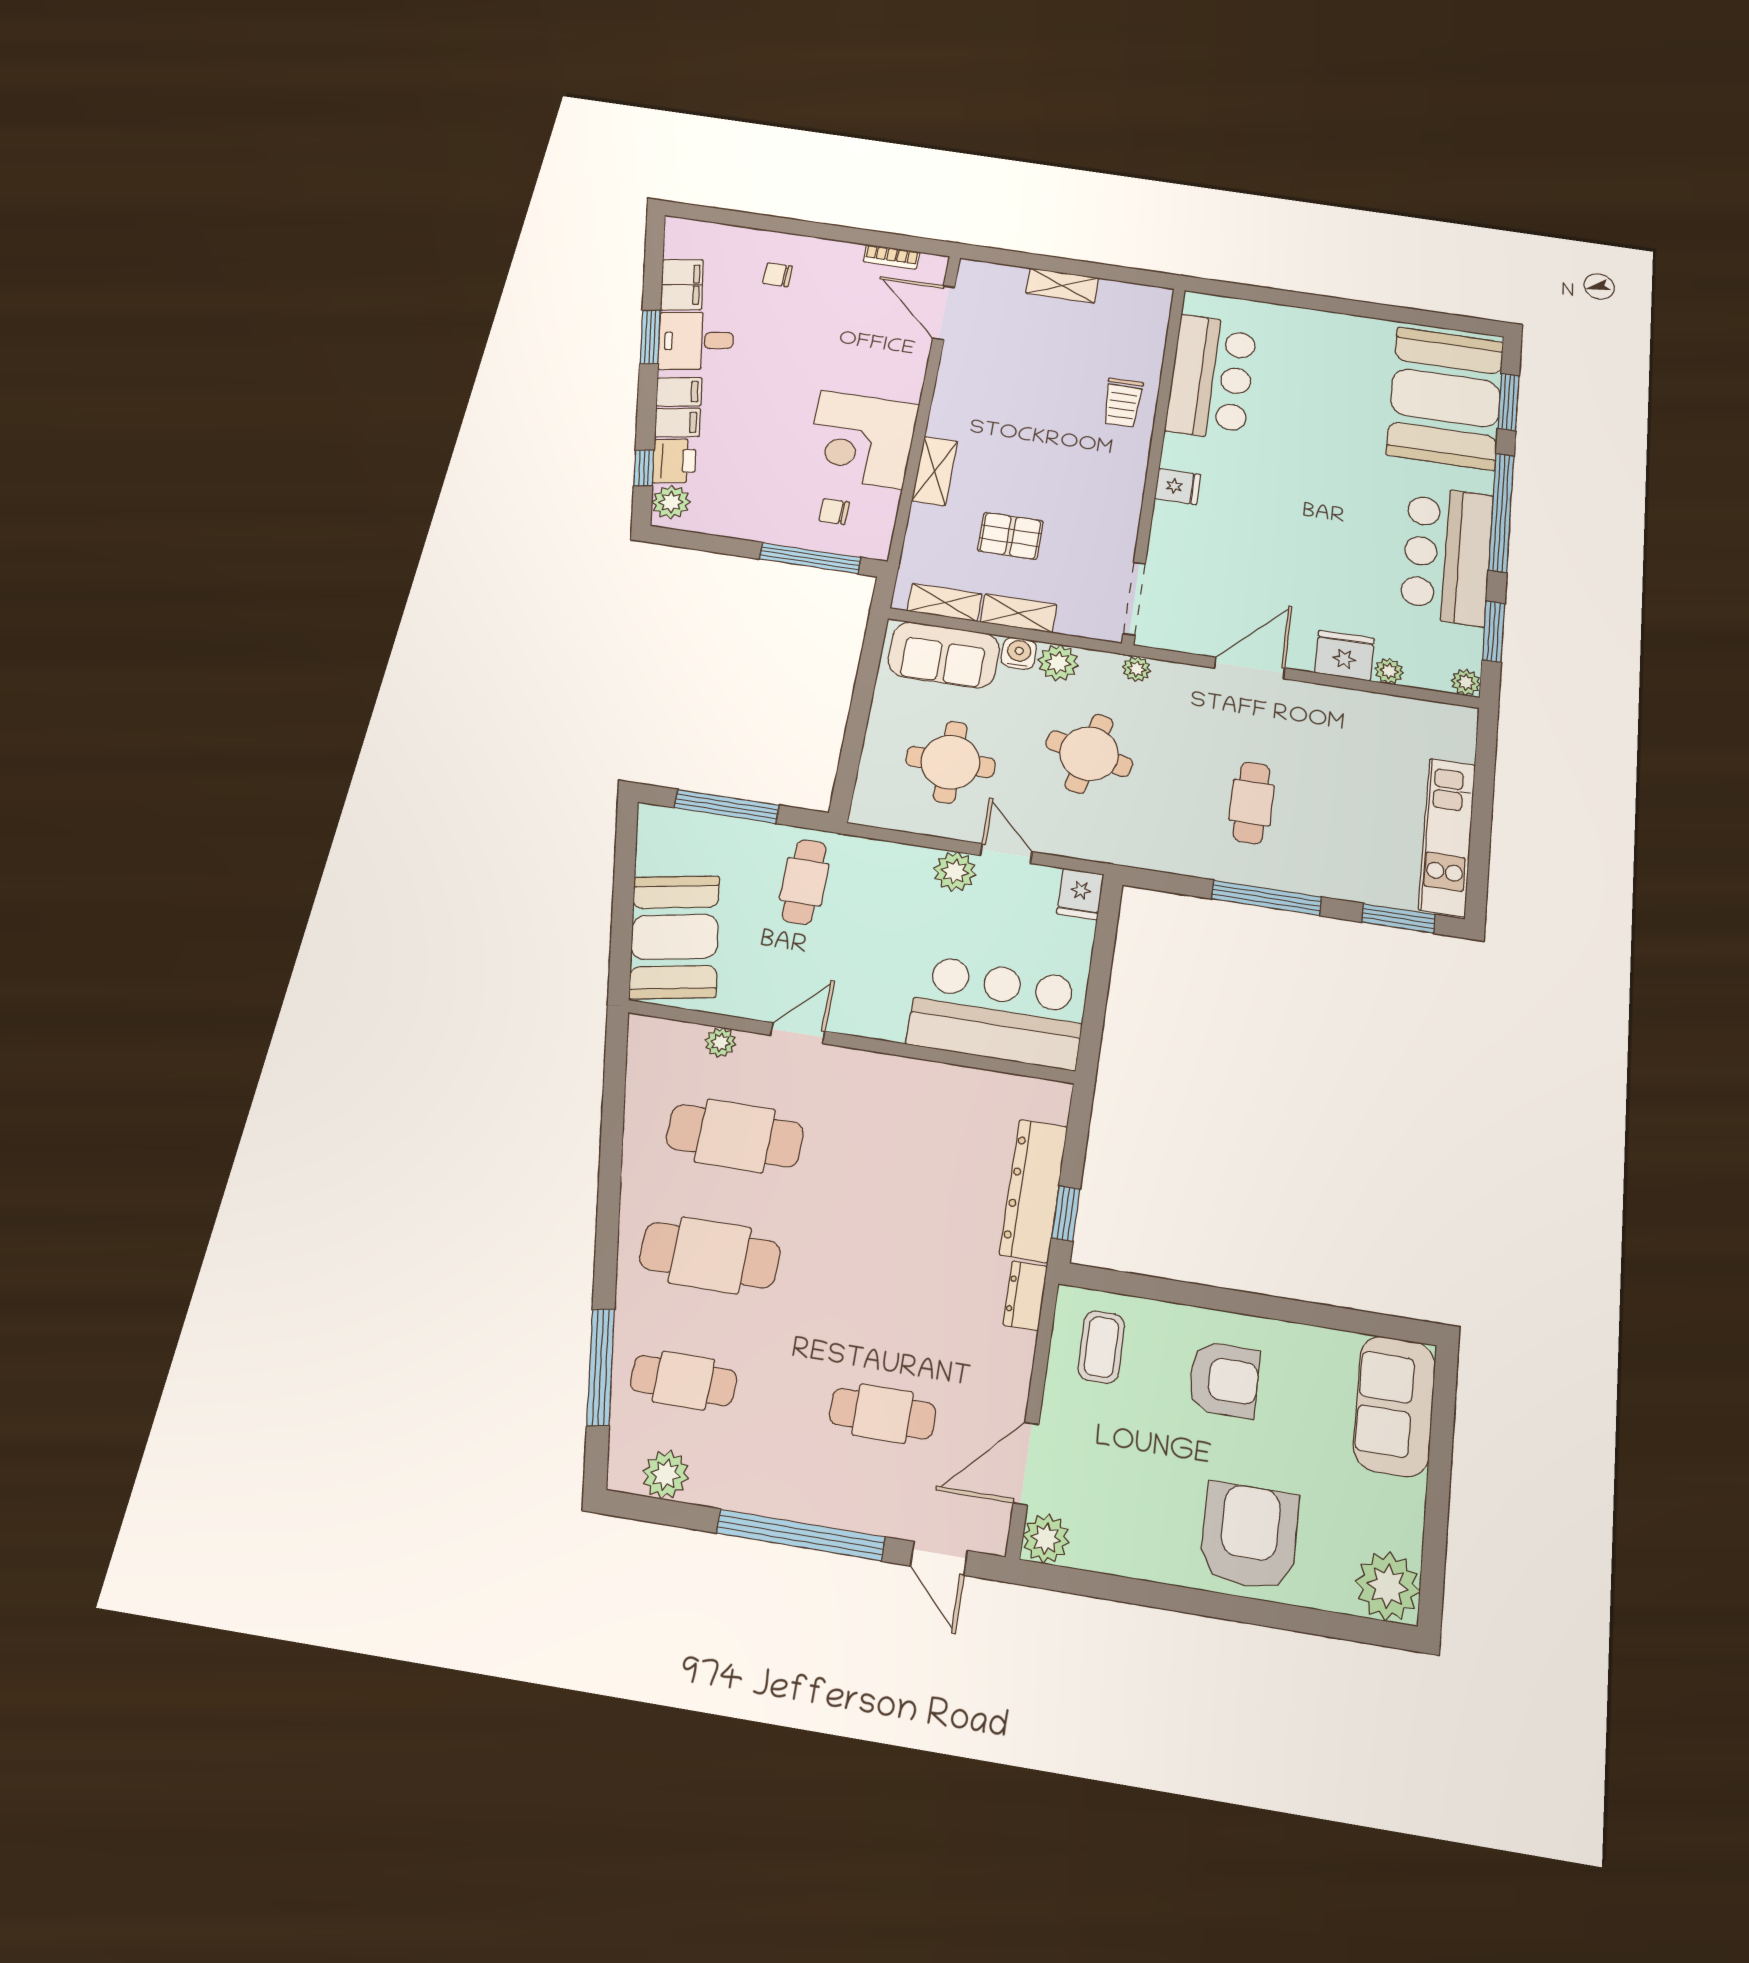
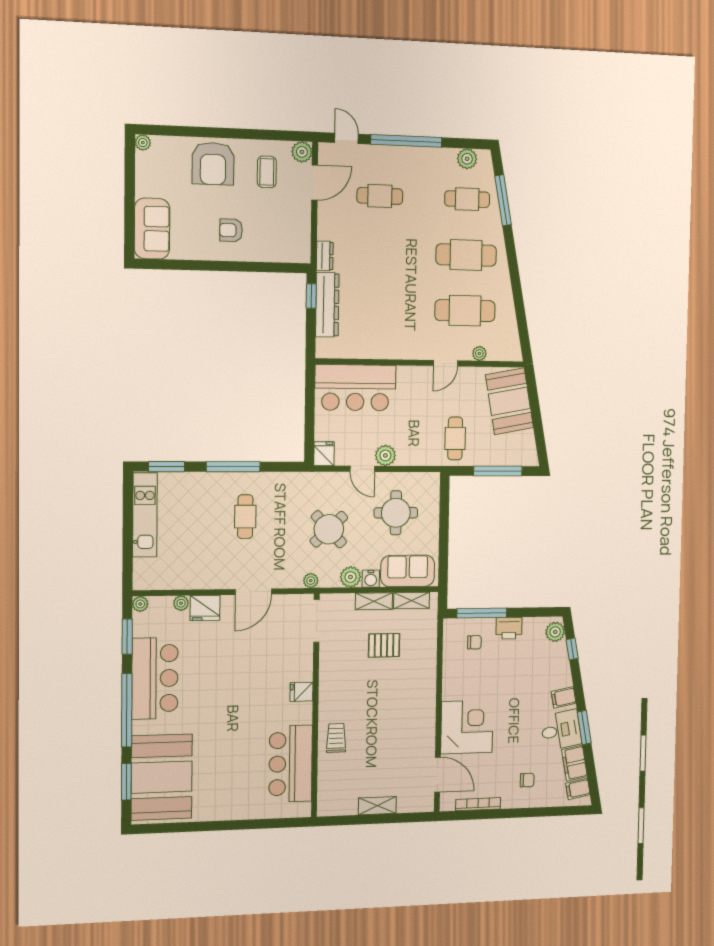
bookcase: (891, 257) -> (478, 804), width x1.56
filing cabinet: (677, 423) -> (578, 789), moved
corner desk: (861, 439) -> (467, 727), moved
printer: (674, 461) -> (509, 628), moved, turned -80
shelving: (935, 471) -> (428, 676), removed
round table: (1089, 754) -> (329, 529), turned 34
coffee table: (1101, 1347) -> (267, 172), moved
armchair: (1224, 1380) -> (231, 230), width x0.72, depth x0.72
plant: (1388, 1586) -> (143, 143), width x0.53, depth x0.53

